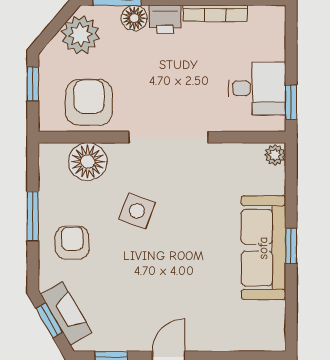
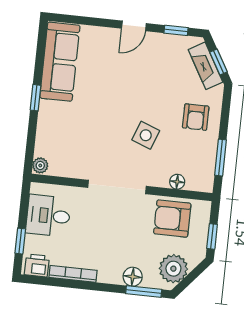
printer: (165, 19) -> (37, 265), moved
armchair: (89, 102) -> (172, 219), turned 90
window: (291, 102) -> (20, 241), moved
floor lamp: (88, 162) -> (177, 182), width x0.53, depth x0.53
window: (33, 216) -> (220, 158), moved
sofa: (263, 248) -> (60, 62), moved

